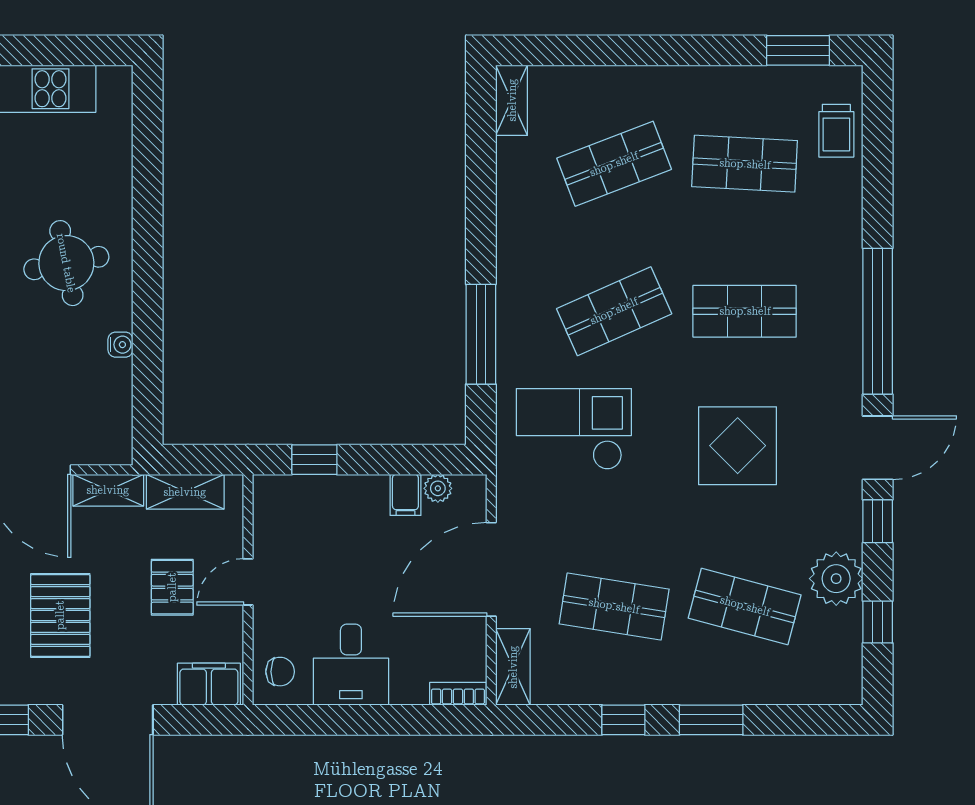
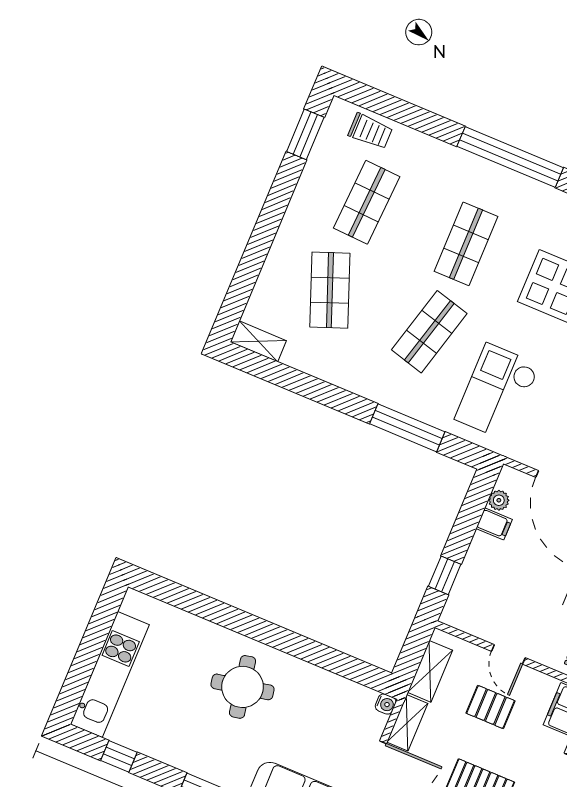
shop shelf: (614, 311) -> (429, 332), turned 39
water cooler: (120, 345) -> (386, 704), moved, turned 90

